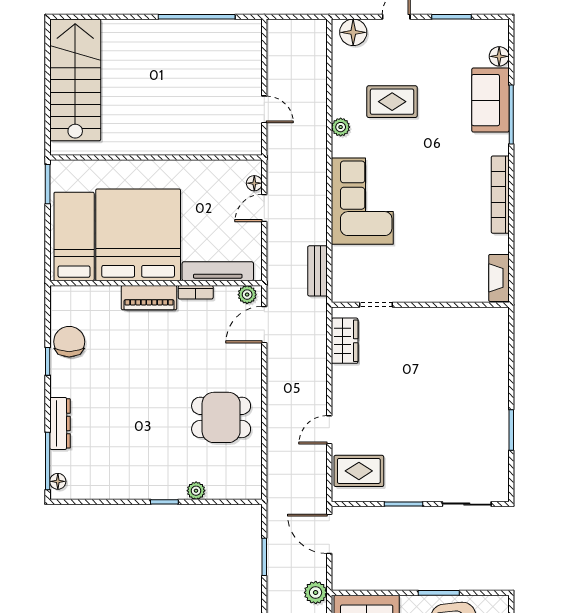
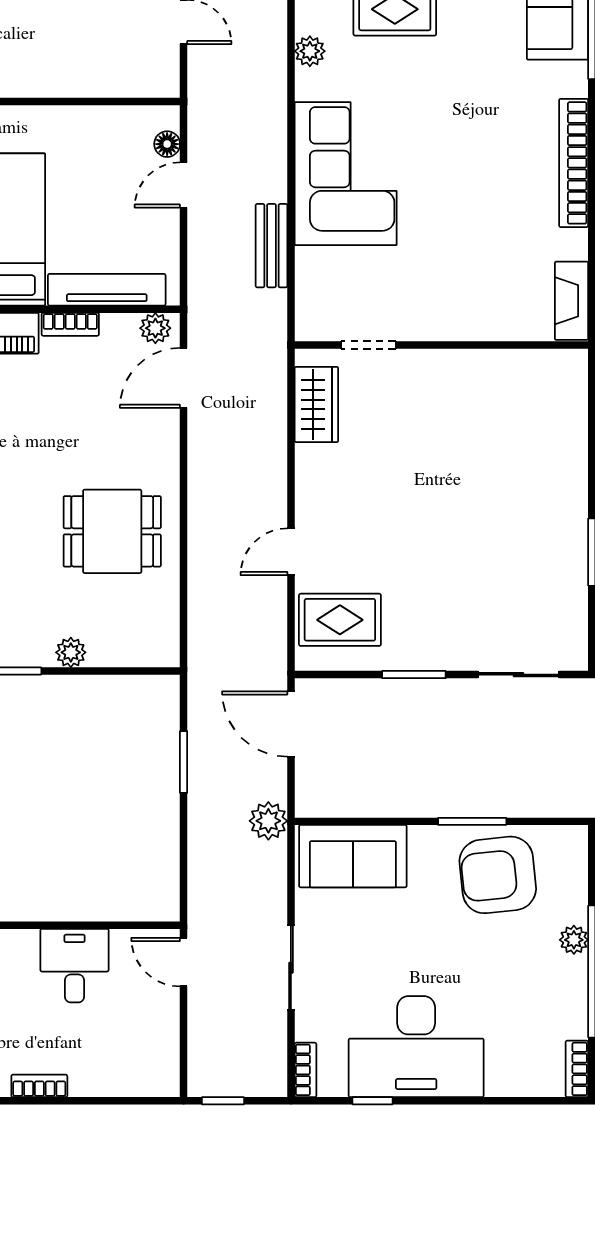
bench: (317, 271) -> (271, 246), moved

